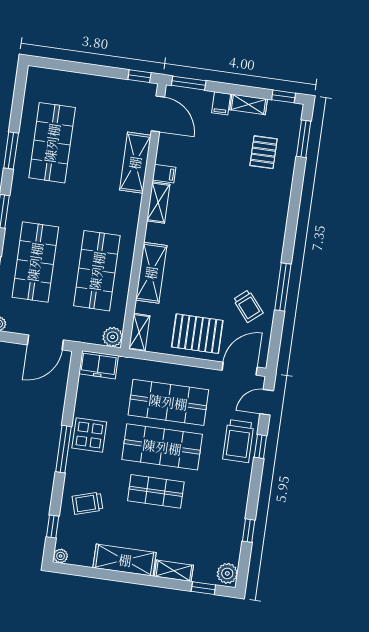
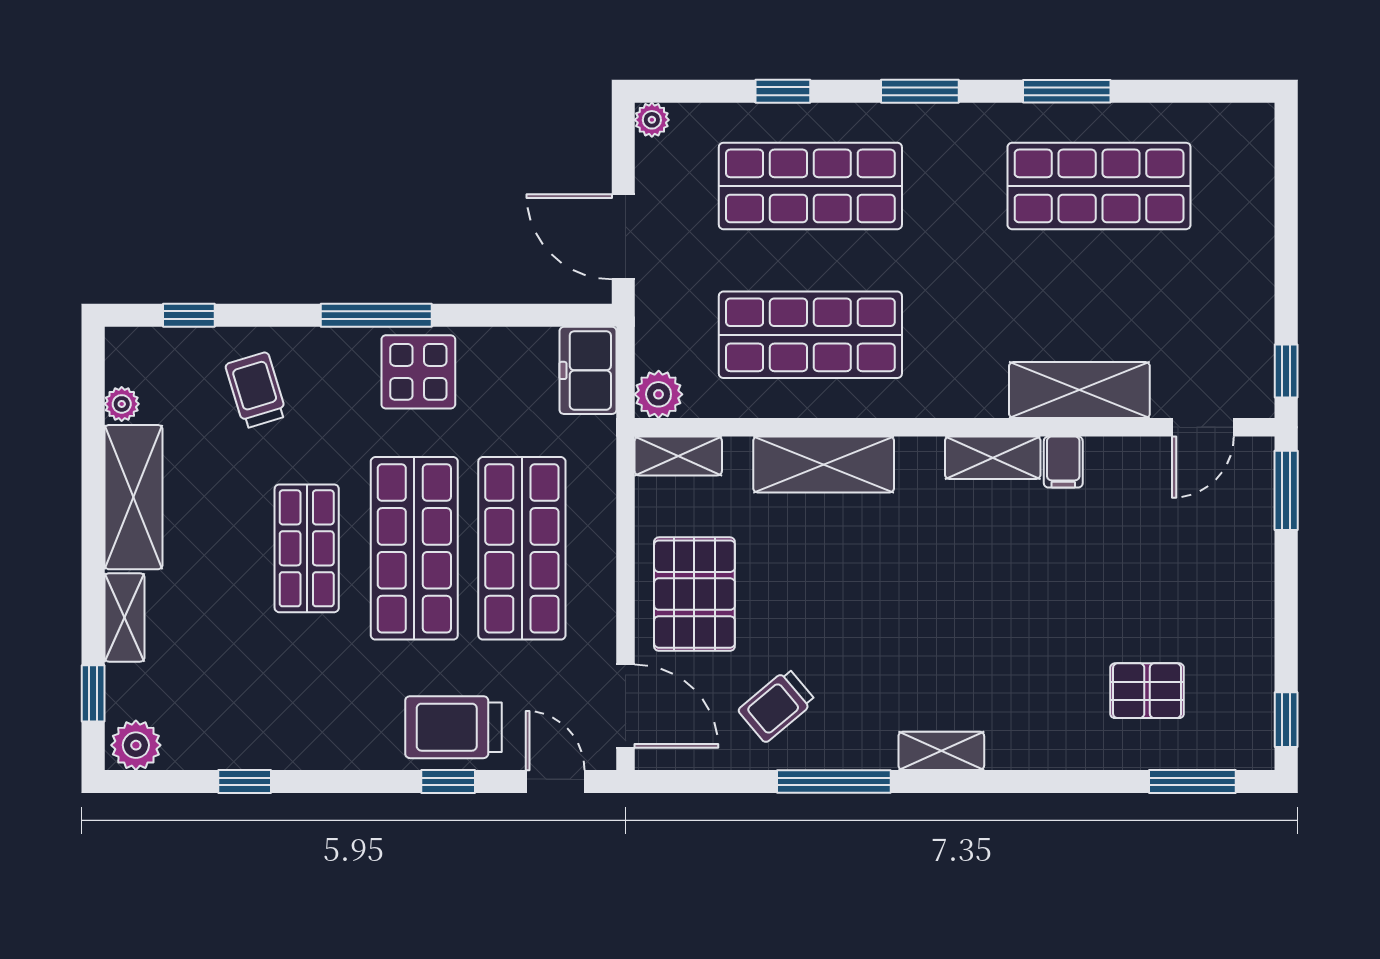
filing cabinet: (221, 103) -> (1249, 574), removed
shelving: (249, 104) -> (941, 751), moved, turned 90
door: (158, 114) -> (1203, 427), width x0.73
plant: (61, 556) -> (122, 404), moved

